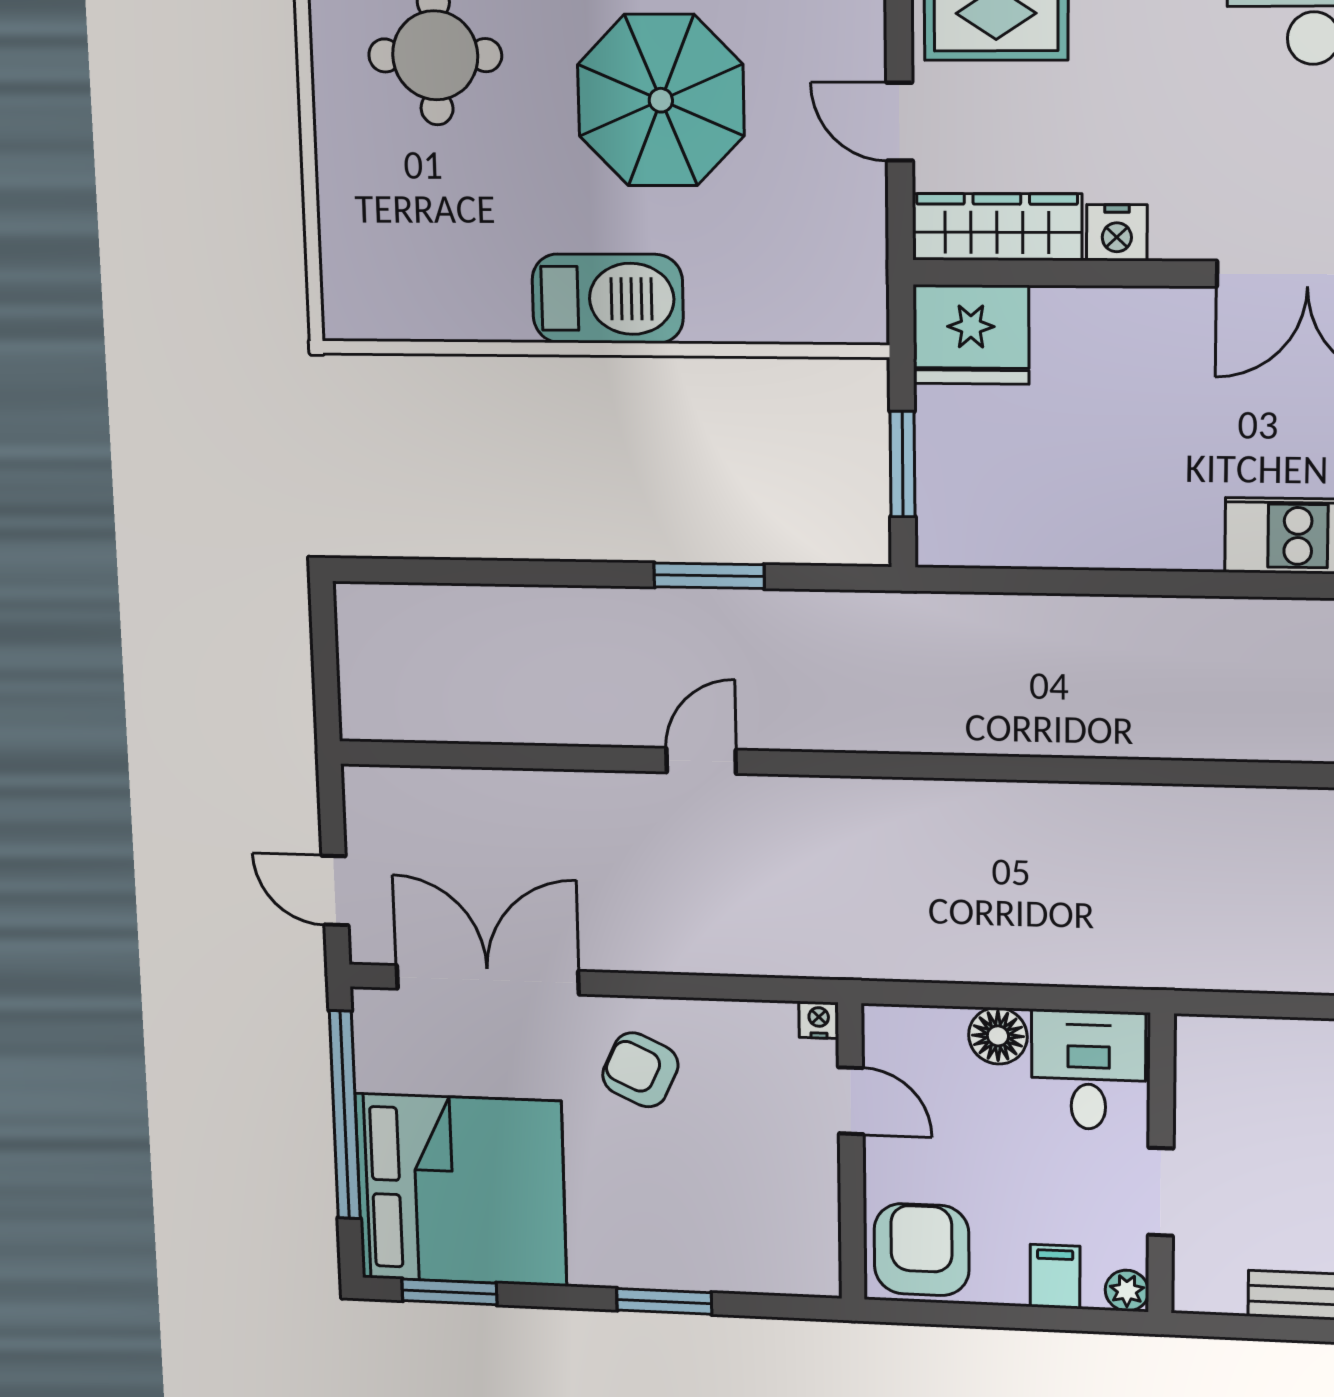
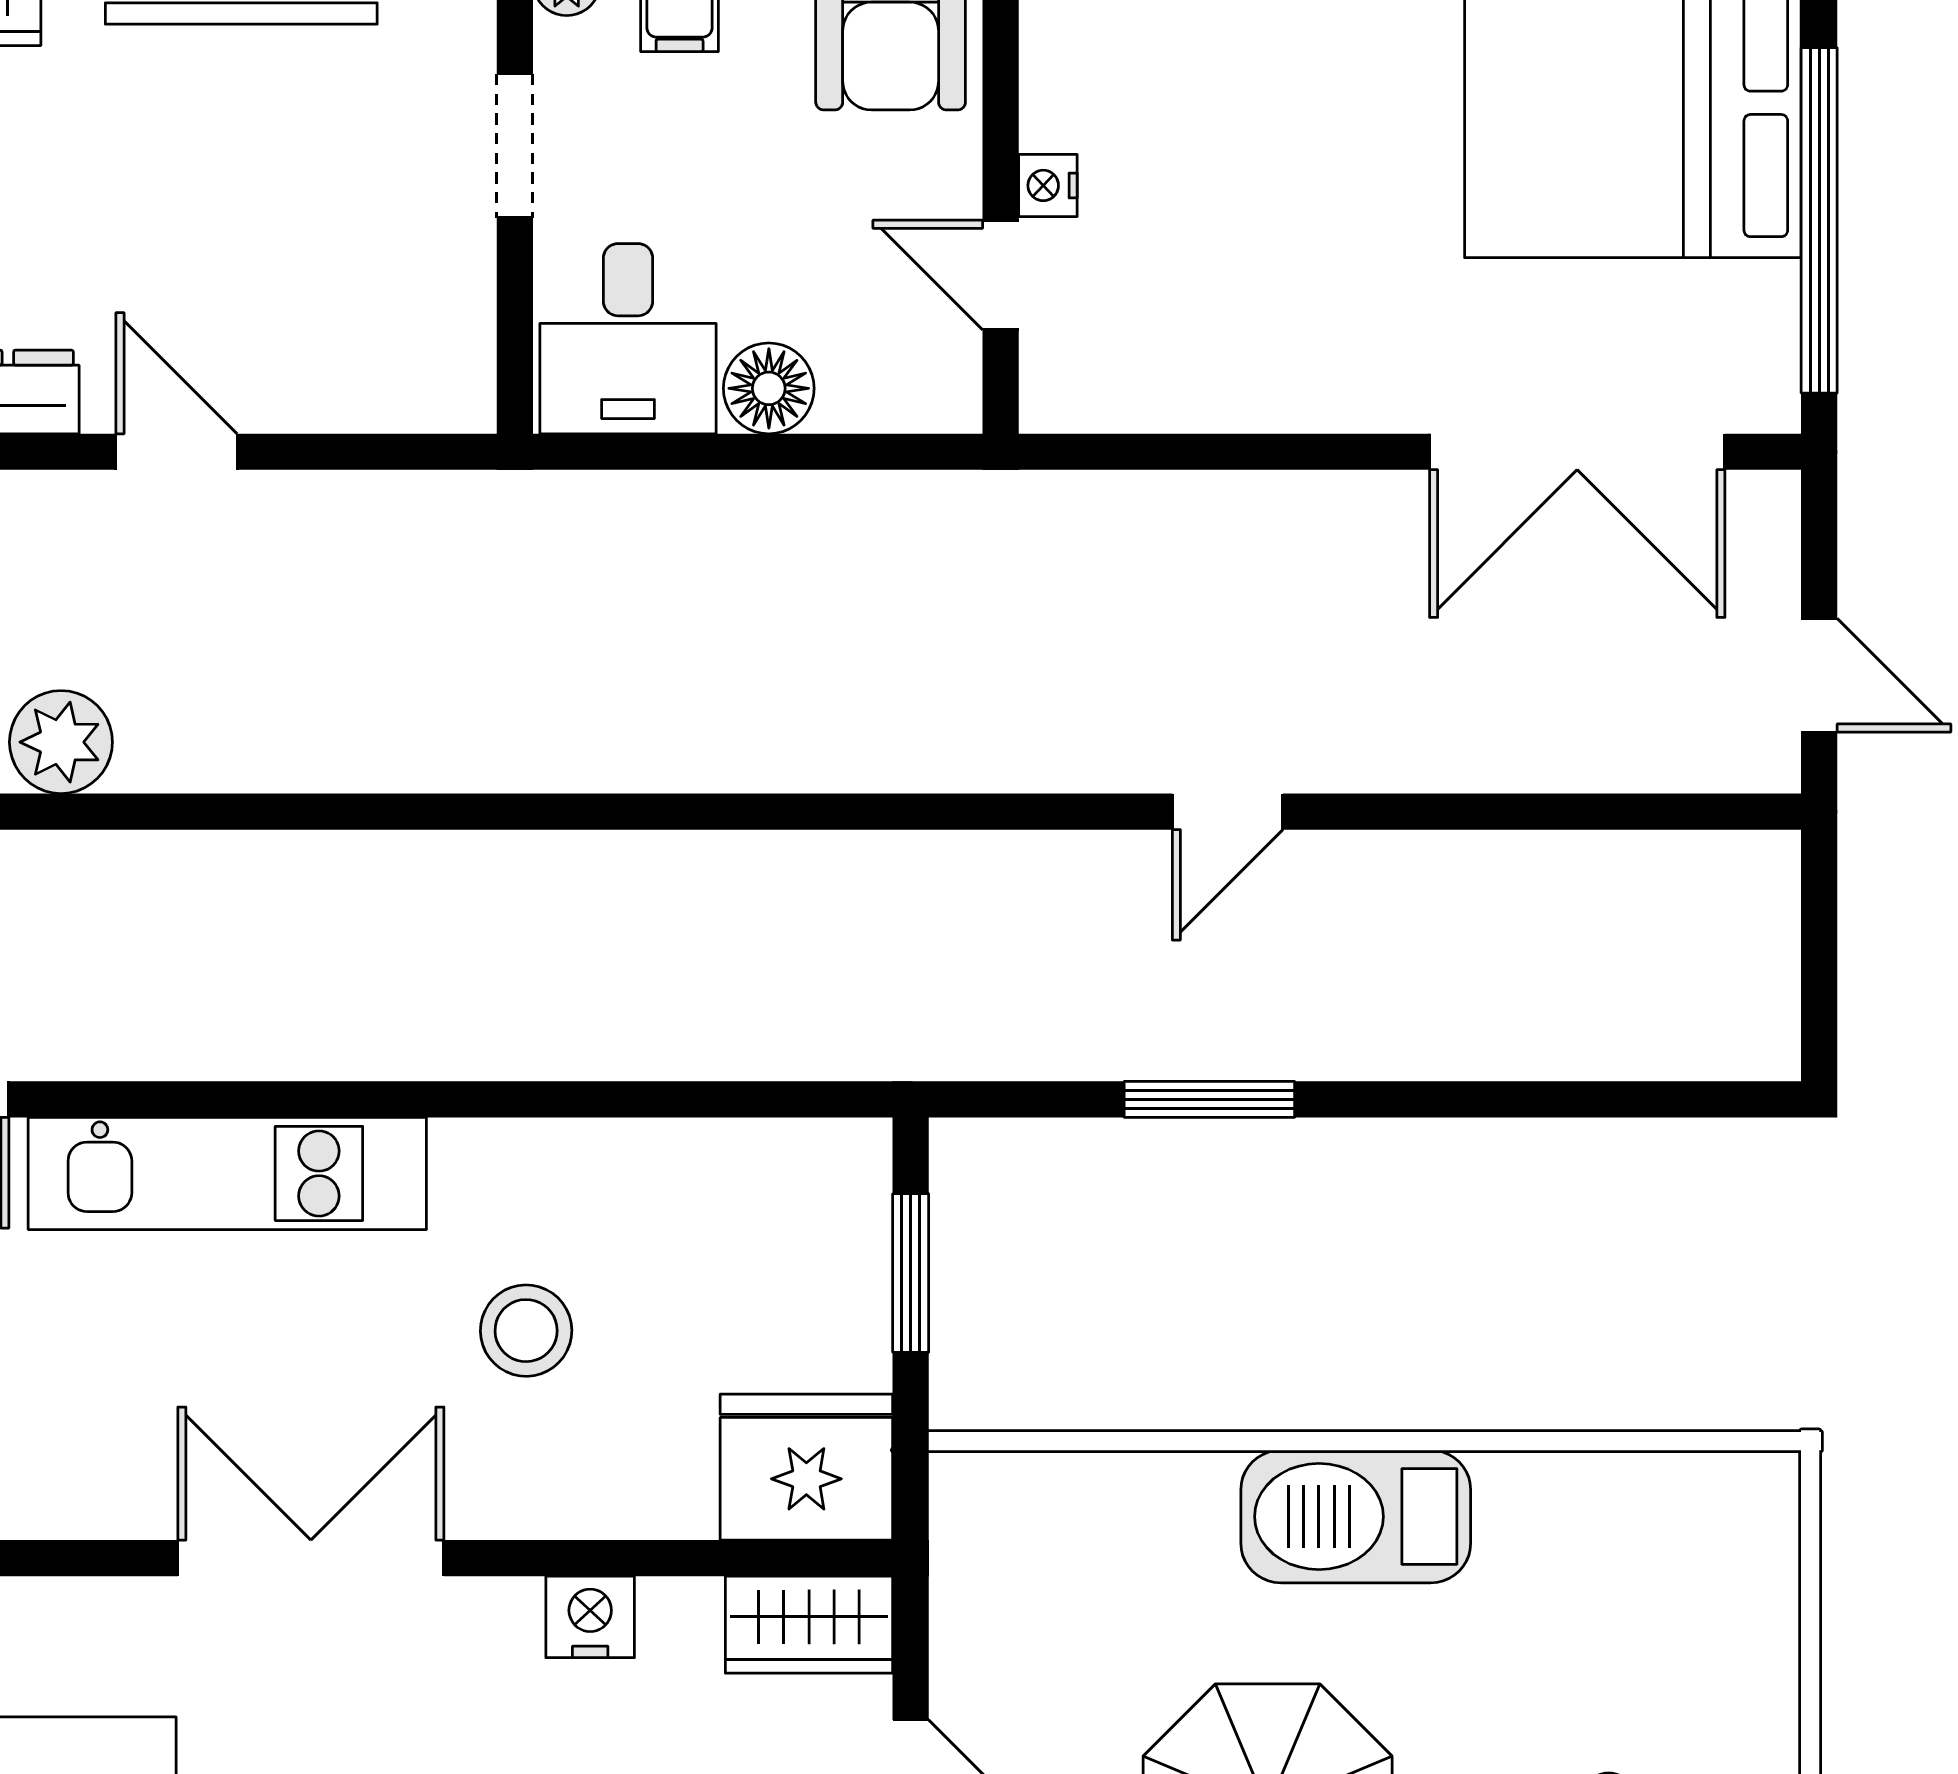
wardrobe: (997, 227) -> (809, 1625), width x0.67
stool: (1159, 428) -> (526, 1331), added
door: (335, 891) -> (1819, 675), moved
nightstand: (819, 1020) -> (1048, 185), moved, turned 90
armchair: (640, 1070) -> (1335, 313), removed

